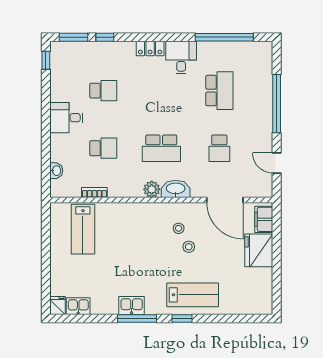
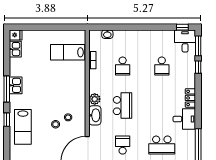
desk: (66, 118) -> (185, 41), moved
school desk: (161, 148) -> (123, 106), turned 180
school desk: (219, 148) -> (123, 145), turned 90

